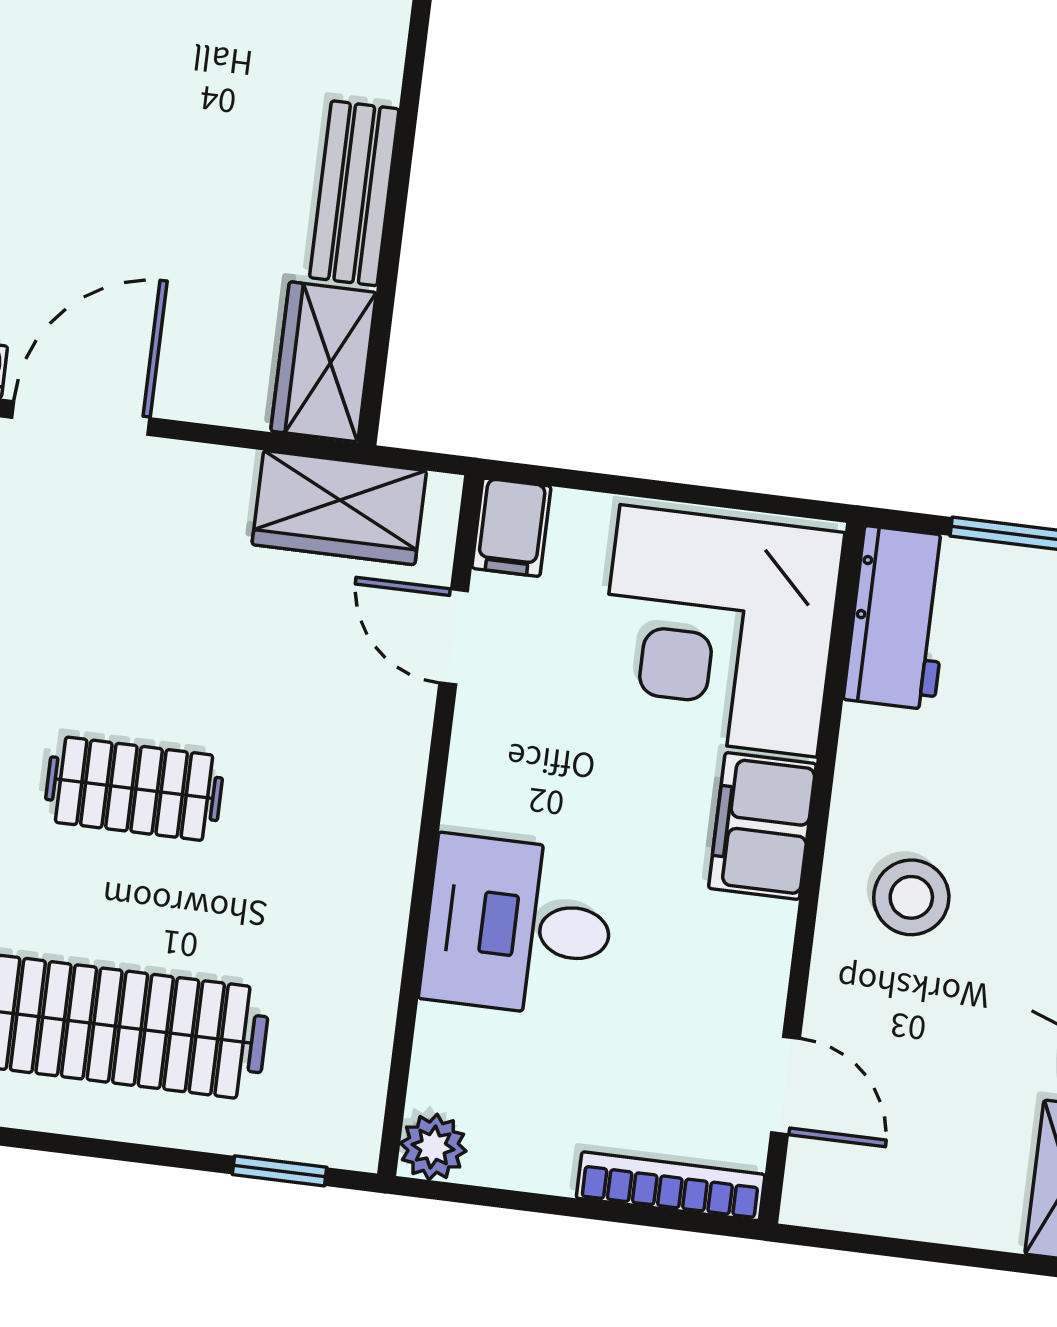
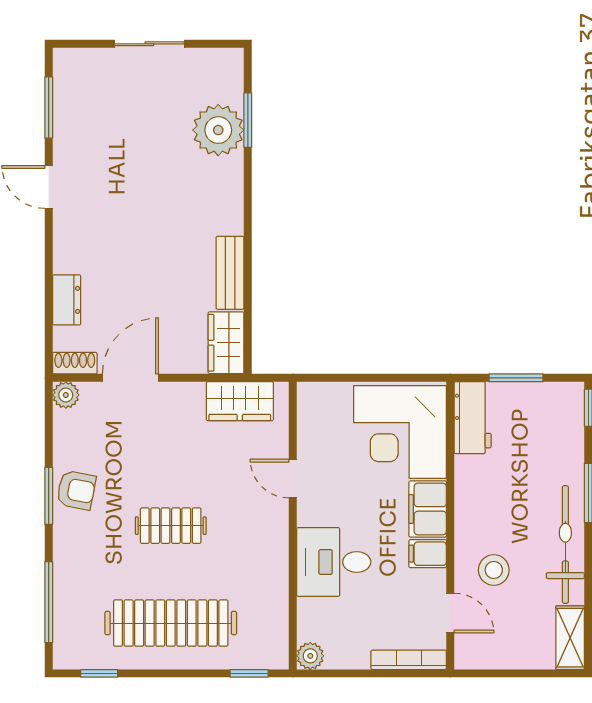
filing cabinet: (511, 527) -> (428, 554), moved, turned 90
door: (454, 637) -> (293, 479), moved
stool: (911, 897) -> (494, 570), moved

